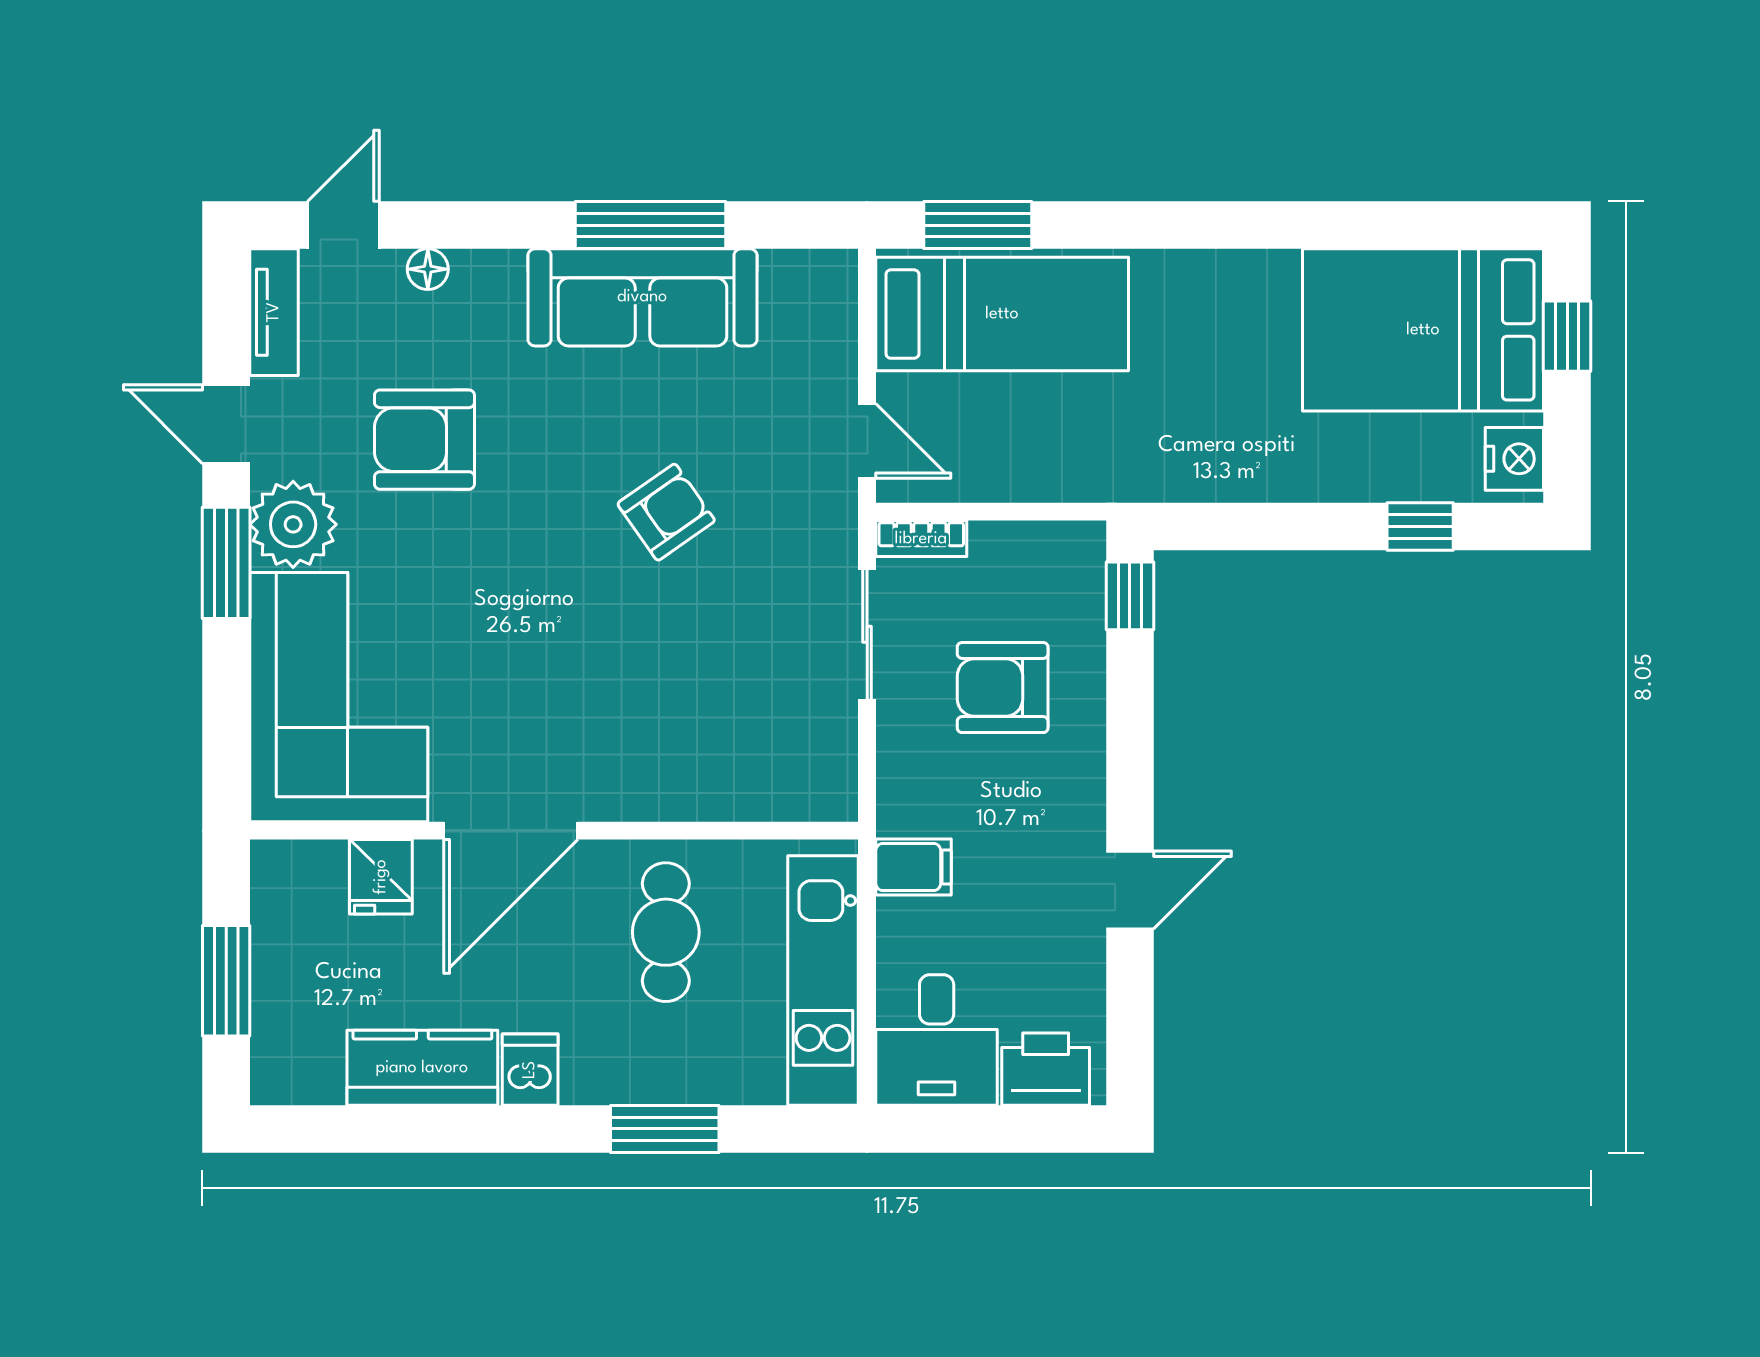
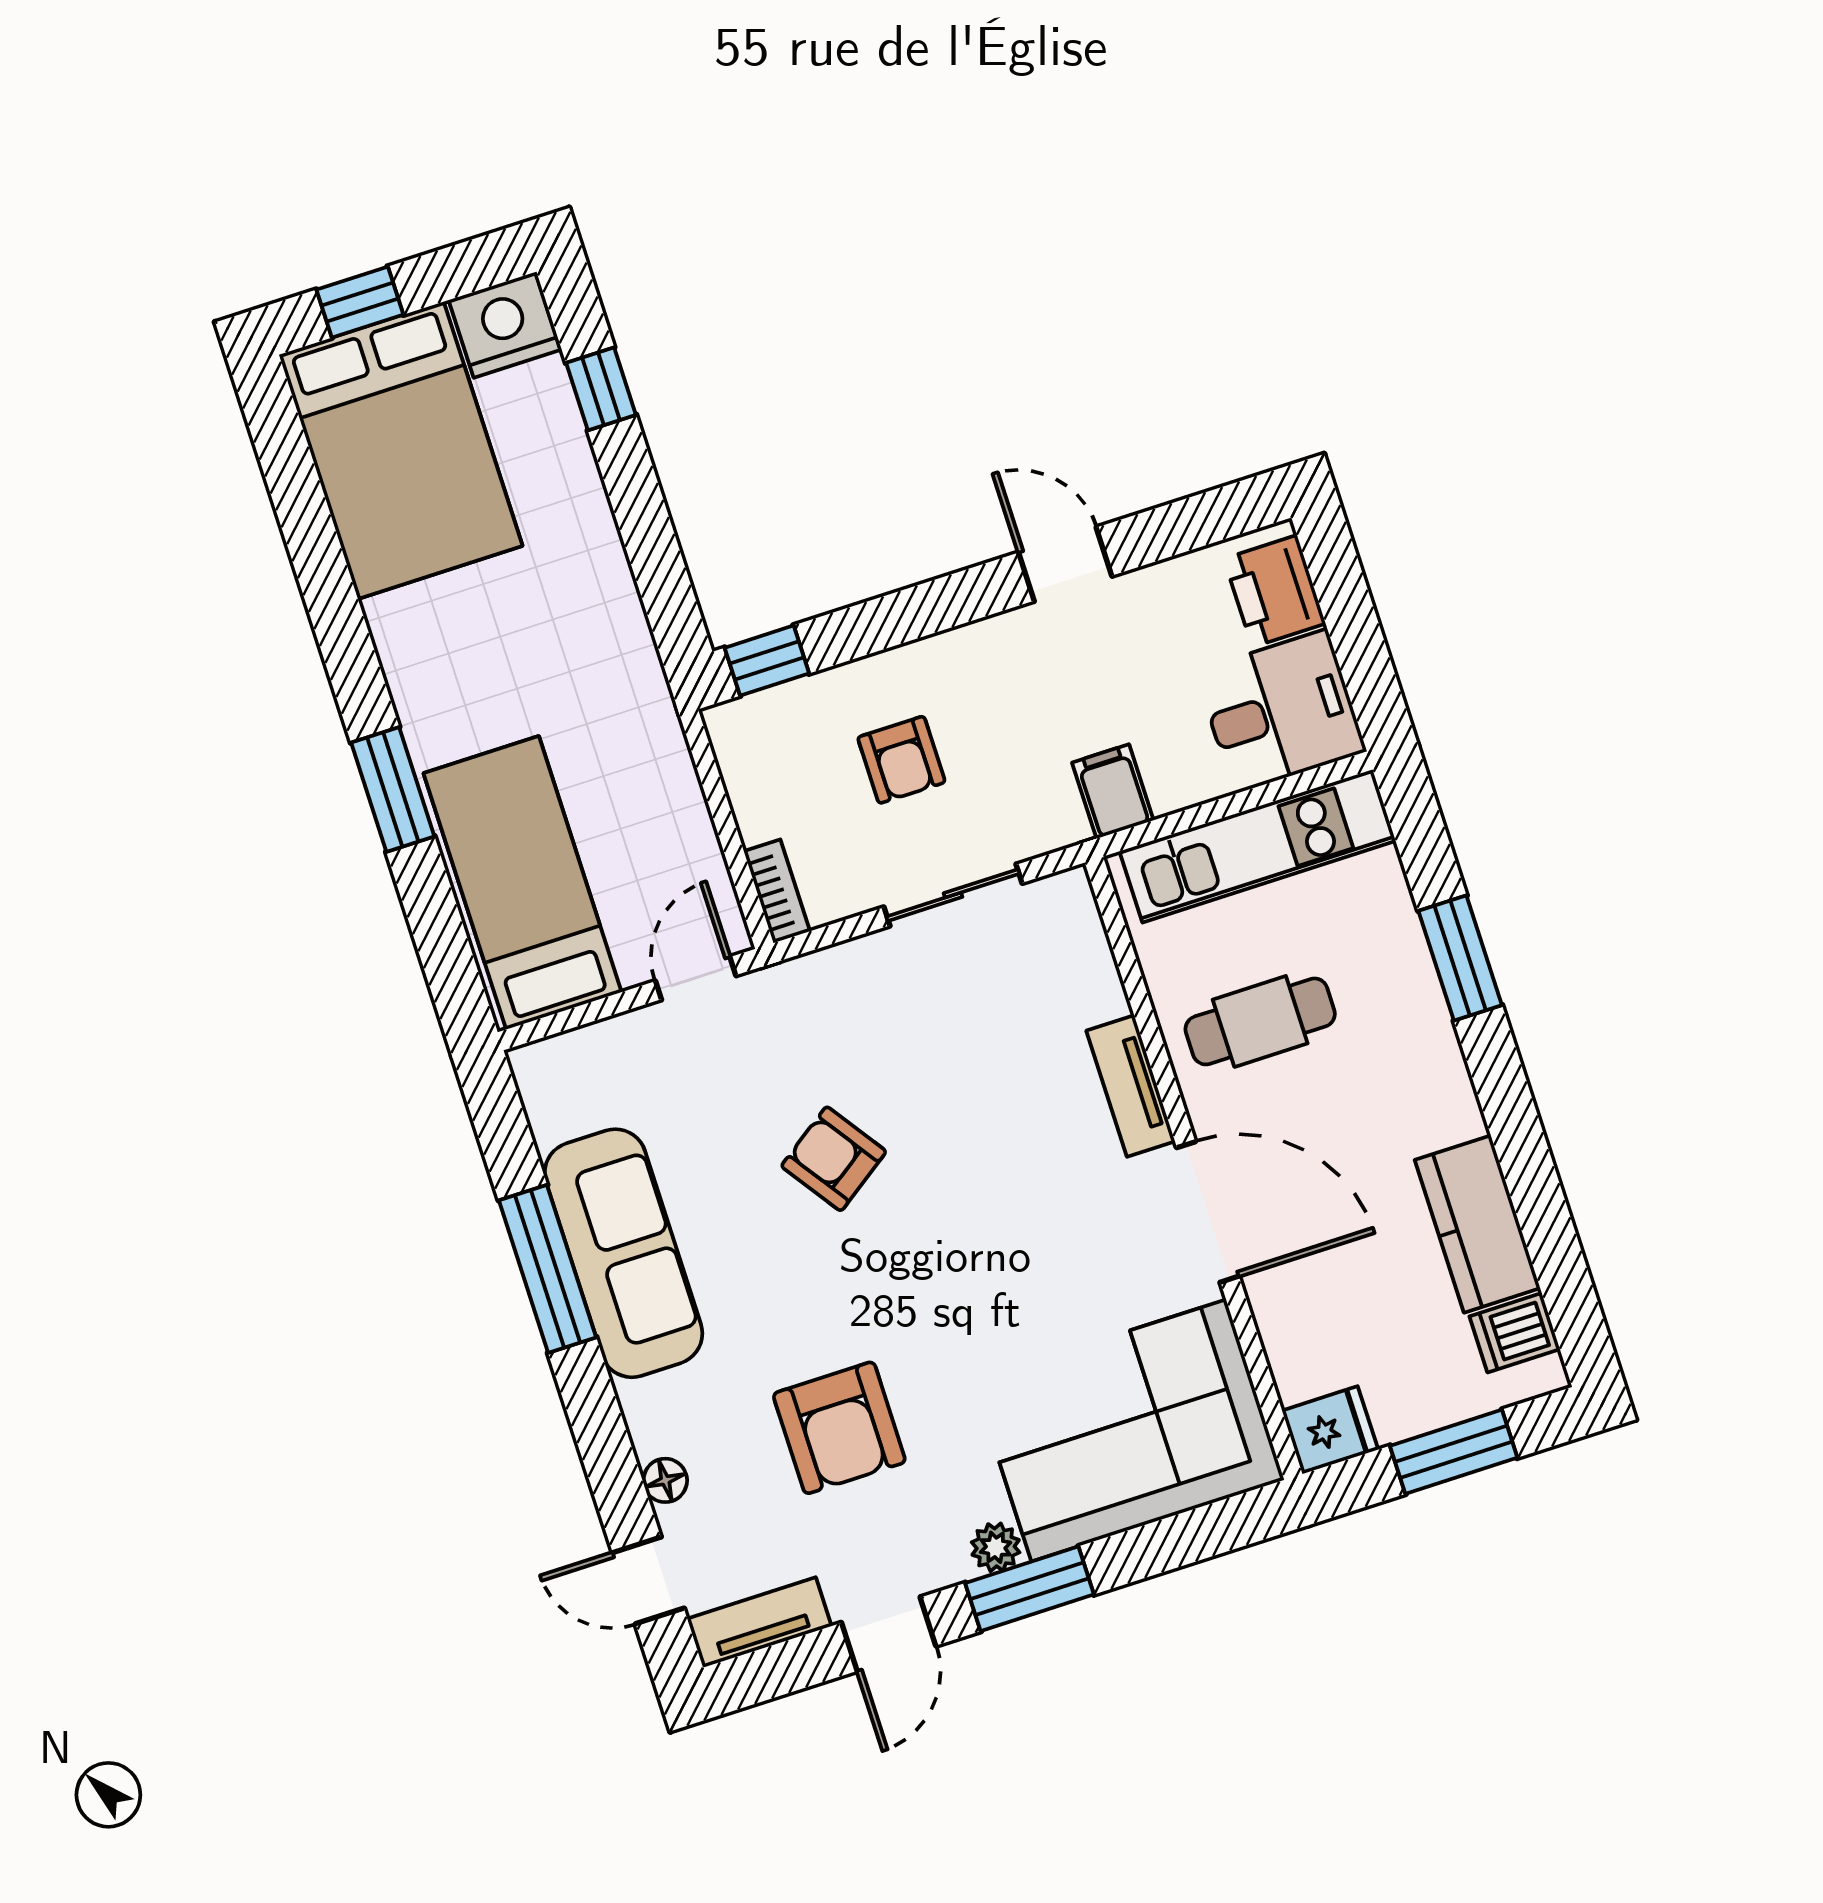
window: (978, 225) -> (393, 789), moved
nightstand: (1514, 459) -> (505, 325), width x1.36, depth x1.33
plant: (293, 524) -> (996, 1547), width x0.53, depth x0.53
sliding door: (867, 634) -> (953, 895), moved
armchair: (1003, 688) -> (901, 760), width x0.72, depth x0.72
tv unit: (645, 798) -> (1131, 1086), added
fridge: (381, 877) -> (1330, 1430), moved
dishwasher: (530, 1070) -> (1515, 1333), moved

